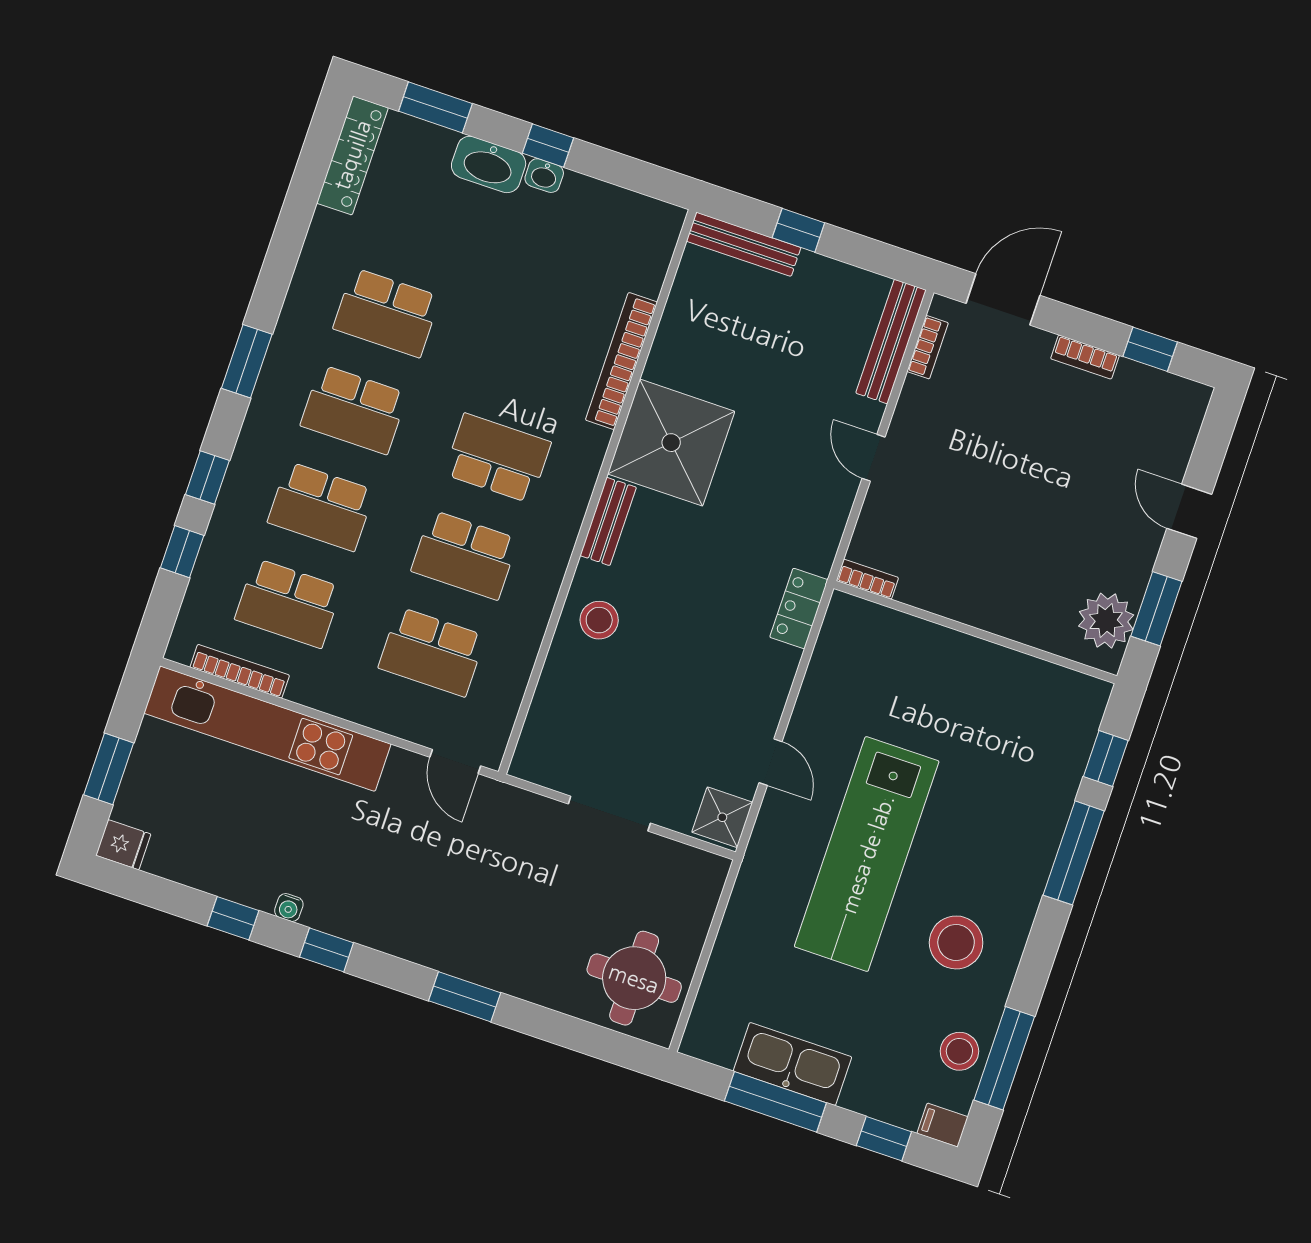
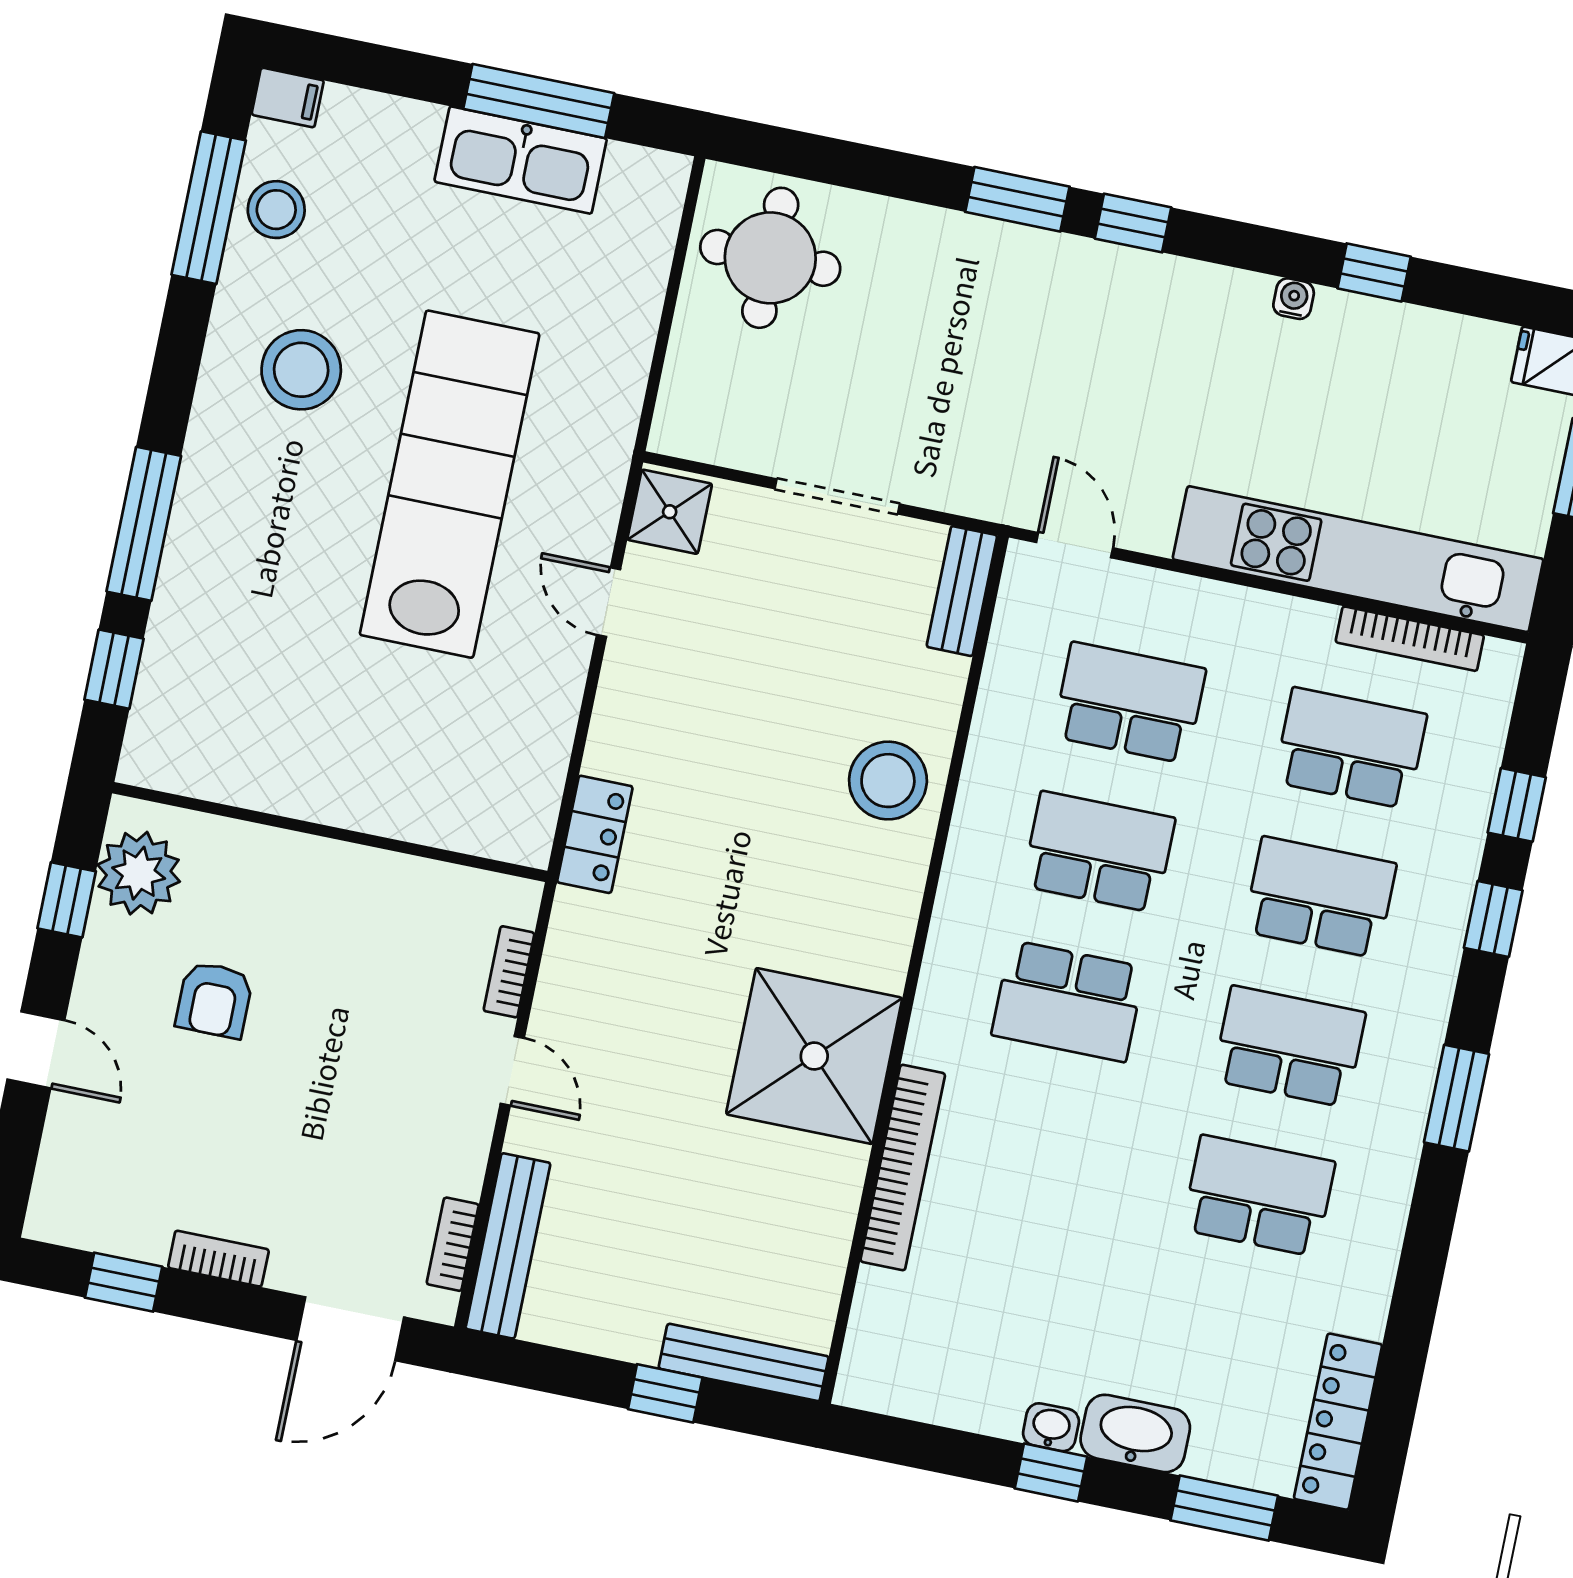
bench: (608, 521) -> (962, 591), moved
armchair: (1066, 530) -> (214, 1000), added
bookcase: (867, 579) -> (509, 972), moved, turned 90
window: (1156, 609) -> (67, 900), width x0.67
stool: (599, 620) -> (888, 781), width x1.38, depth x1.38
window: (327, 950) -> (1133, 223), moved
window: (884, 1139) -> (372, 67), removed

